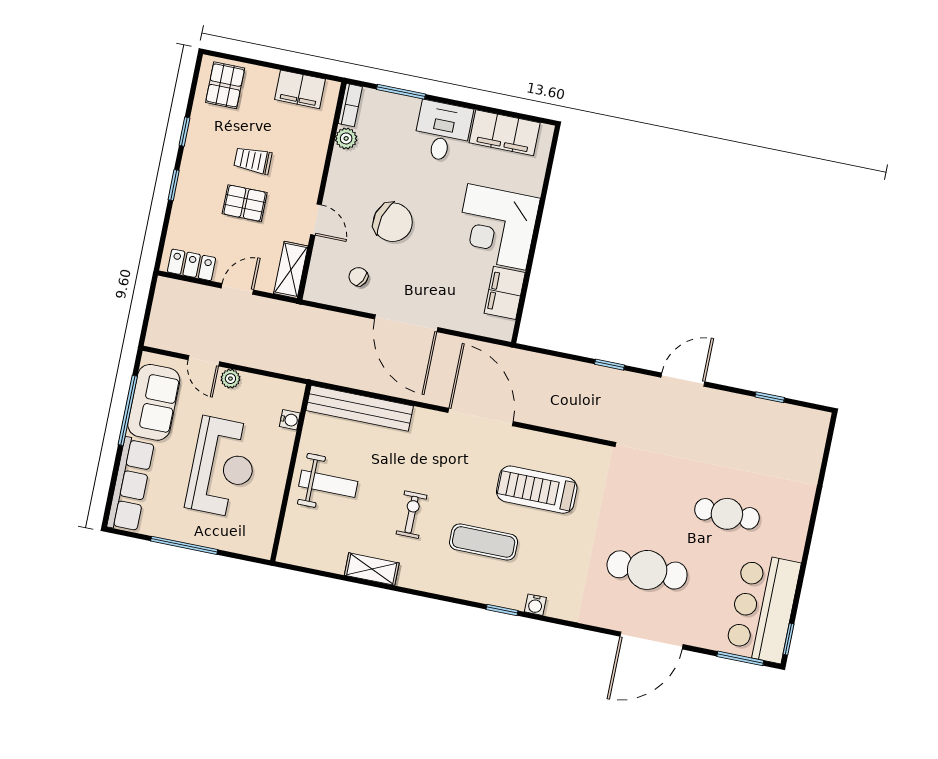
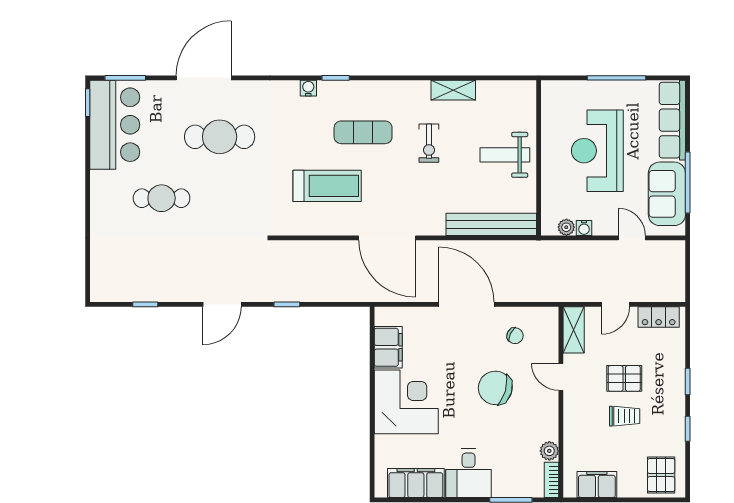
plant: (230, 379) -> (566, 227), moved
water cooler: (290, 420) -> (584, 228), moved, turned -90

